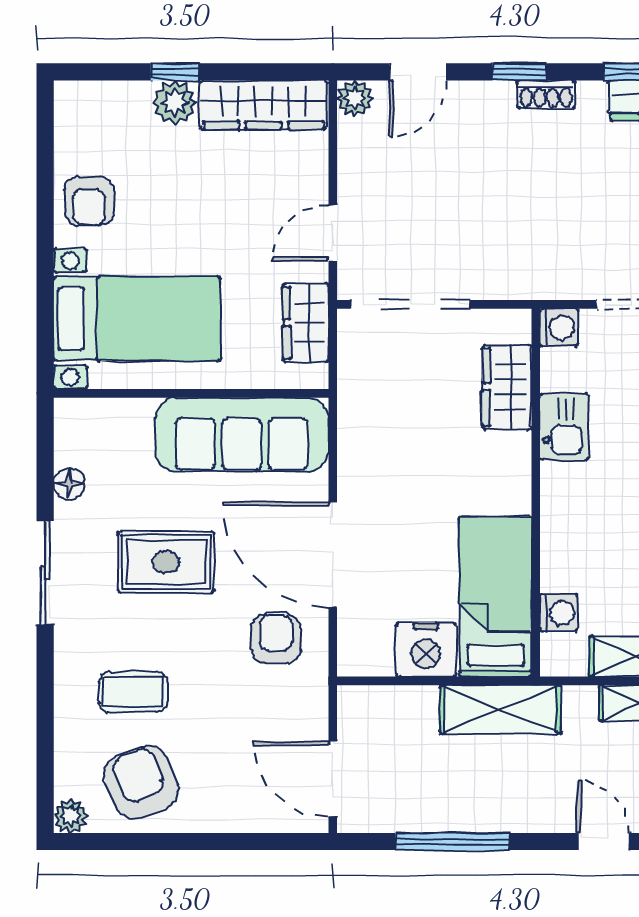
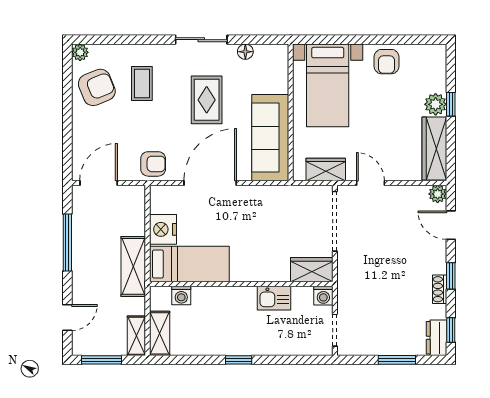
armchair: (89, 201) -> (386, 62), turned -90
wardrobe: (507, 387) -> (312, 270), moved
armchair: (276, 639) -> (153, 164), moved

